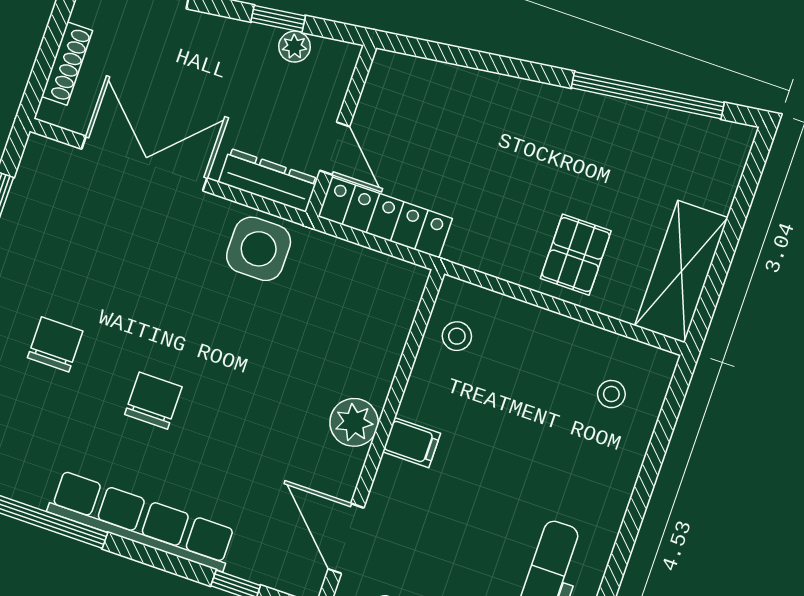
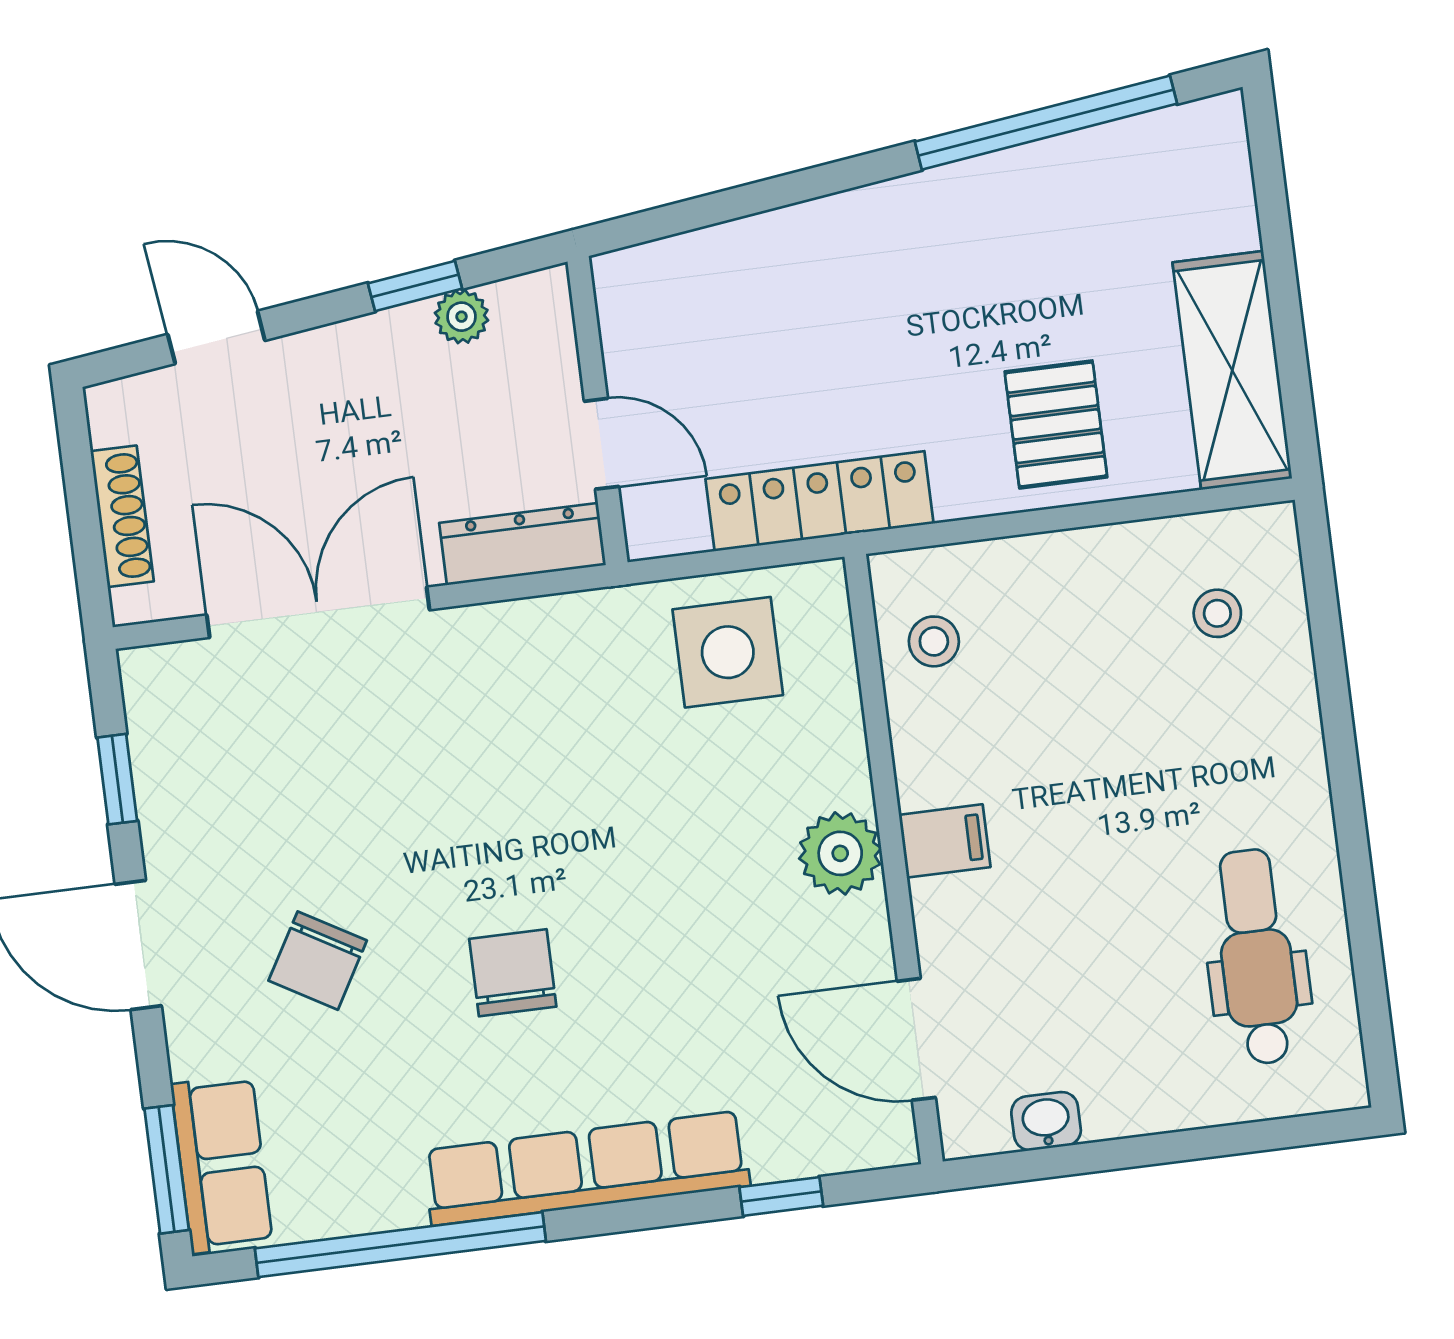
locker: (385, 217) -> (820, 501), moved
side table: (259, 249) -> (728, 652), moved
chair: (55, 344) -> (318, 961), turned -150

